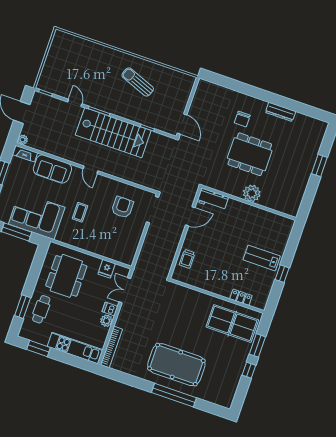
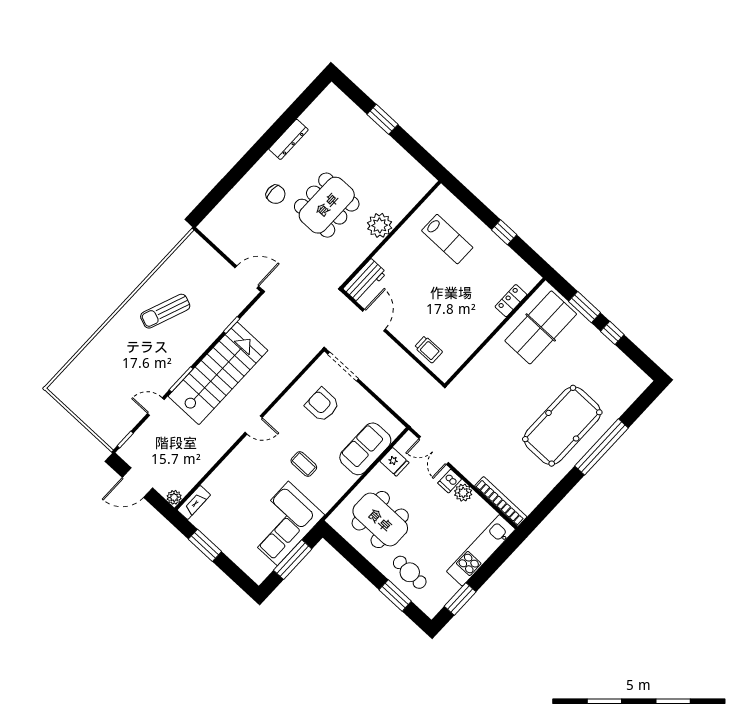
sofa: (52, 169) -> (365, 449), moved, turned 180
lab bench: (262, 258) -> (447, 239), moved, turned -90

